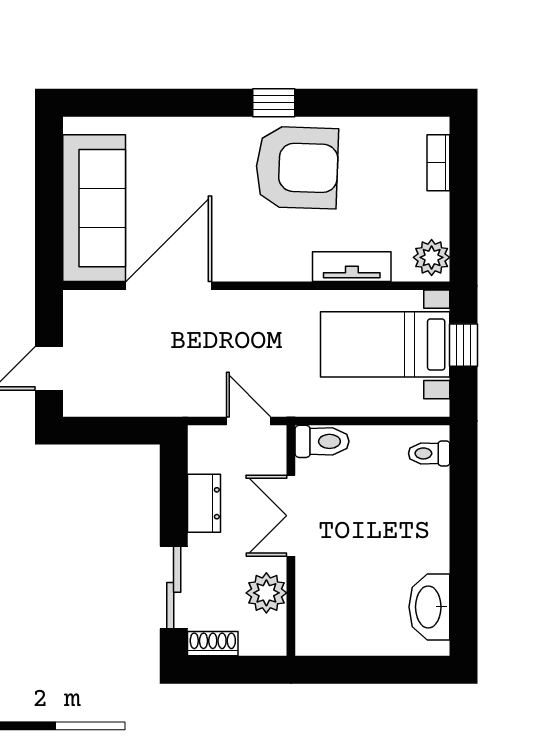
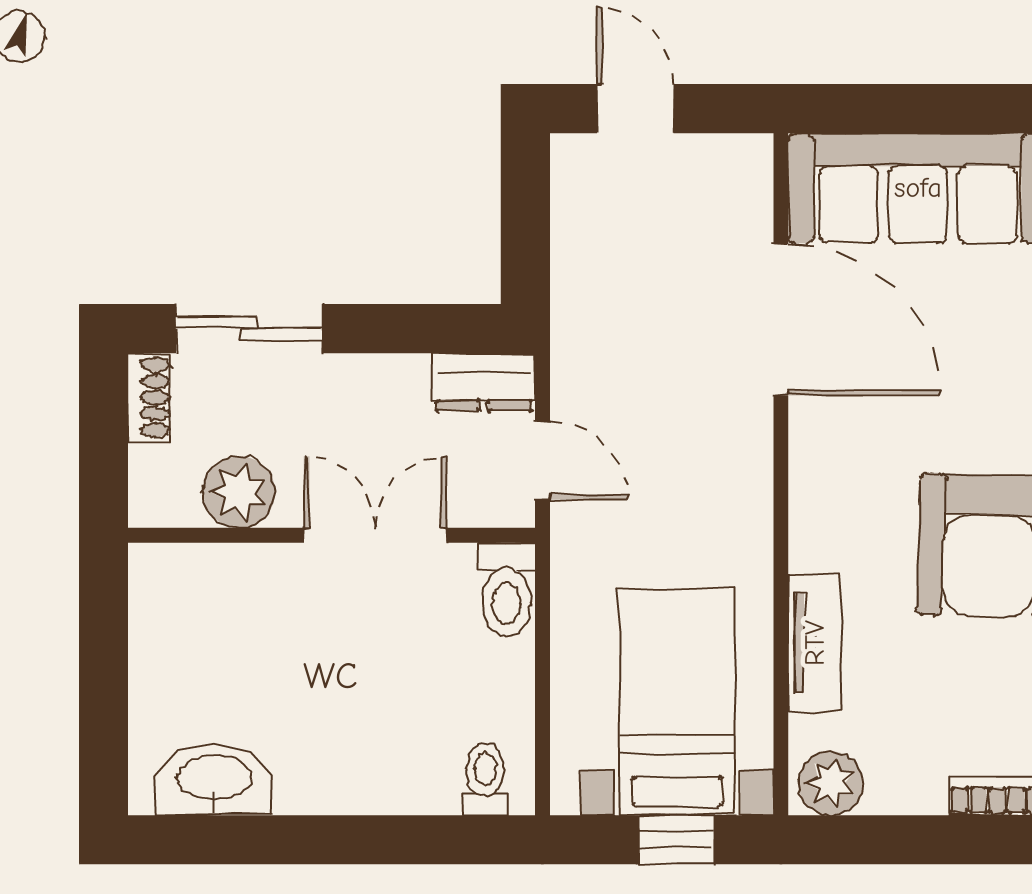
door: (248, 421) -> (542, 460), hinge flipped
dresser: (204, 503) -> (484, 382), moved

